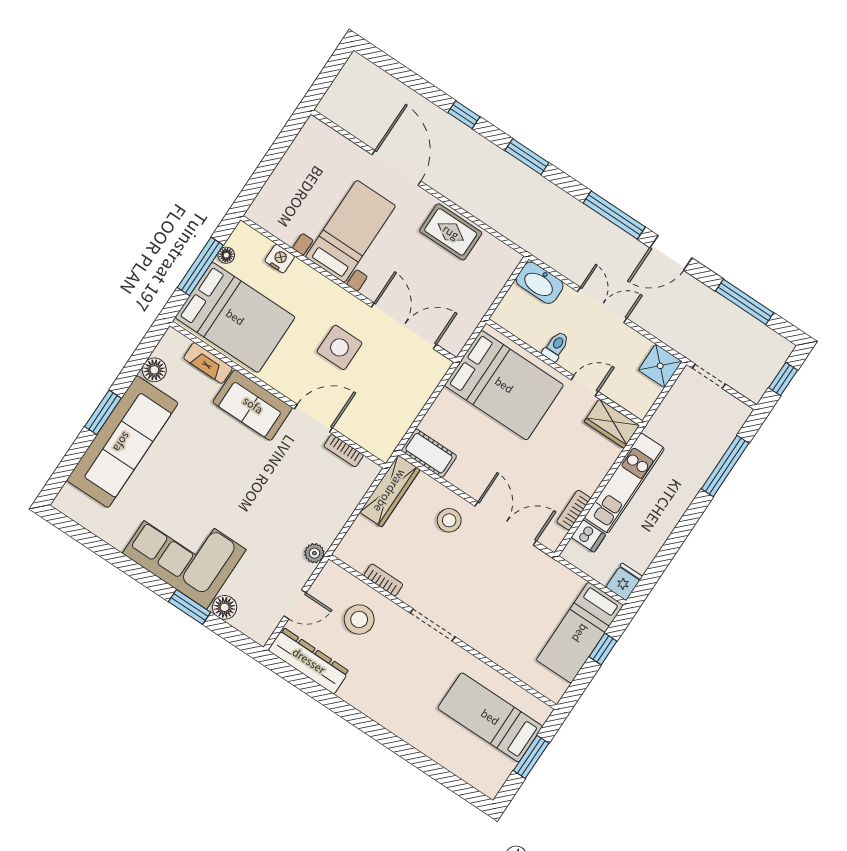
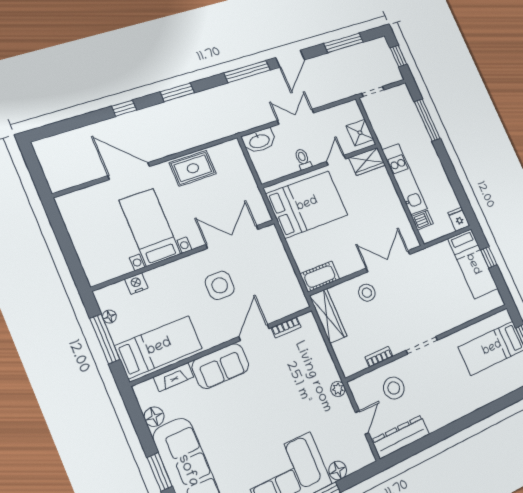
bed: (235, 317) -> (159, 347), width x0.67
shower: (660, 366) -> (360, 133), moved
bookcase: (574, 510) -> (403, 218), removed

